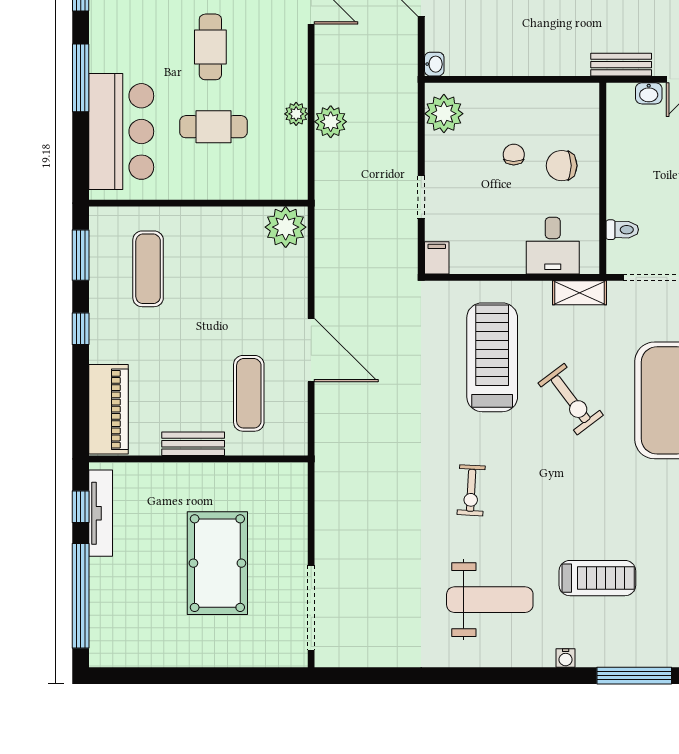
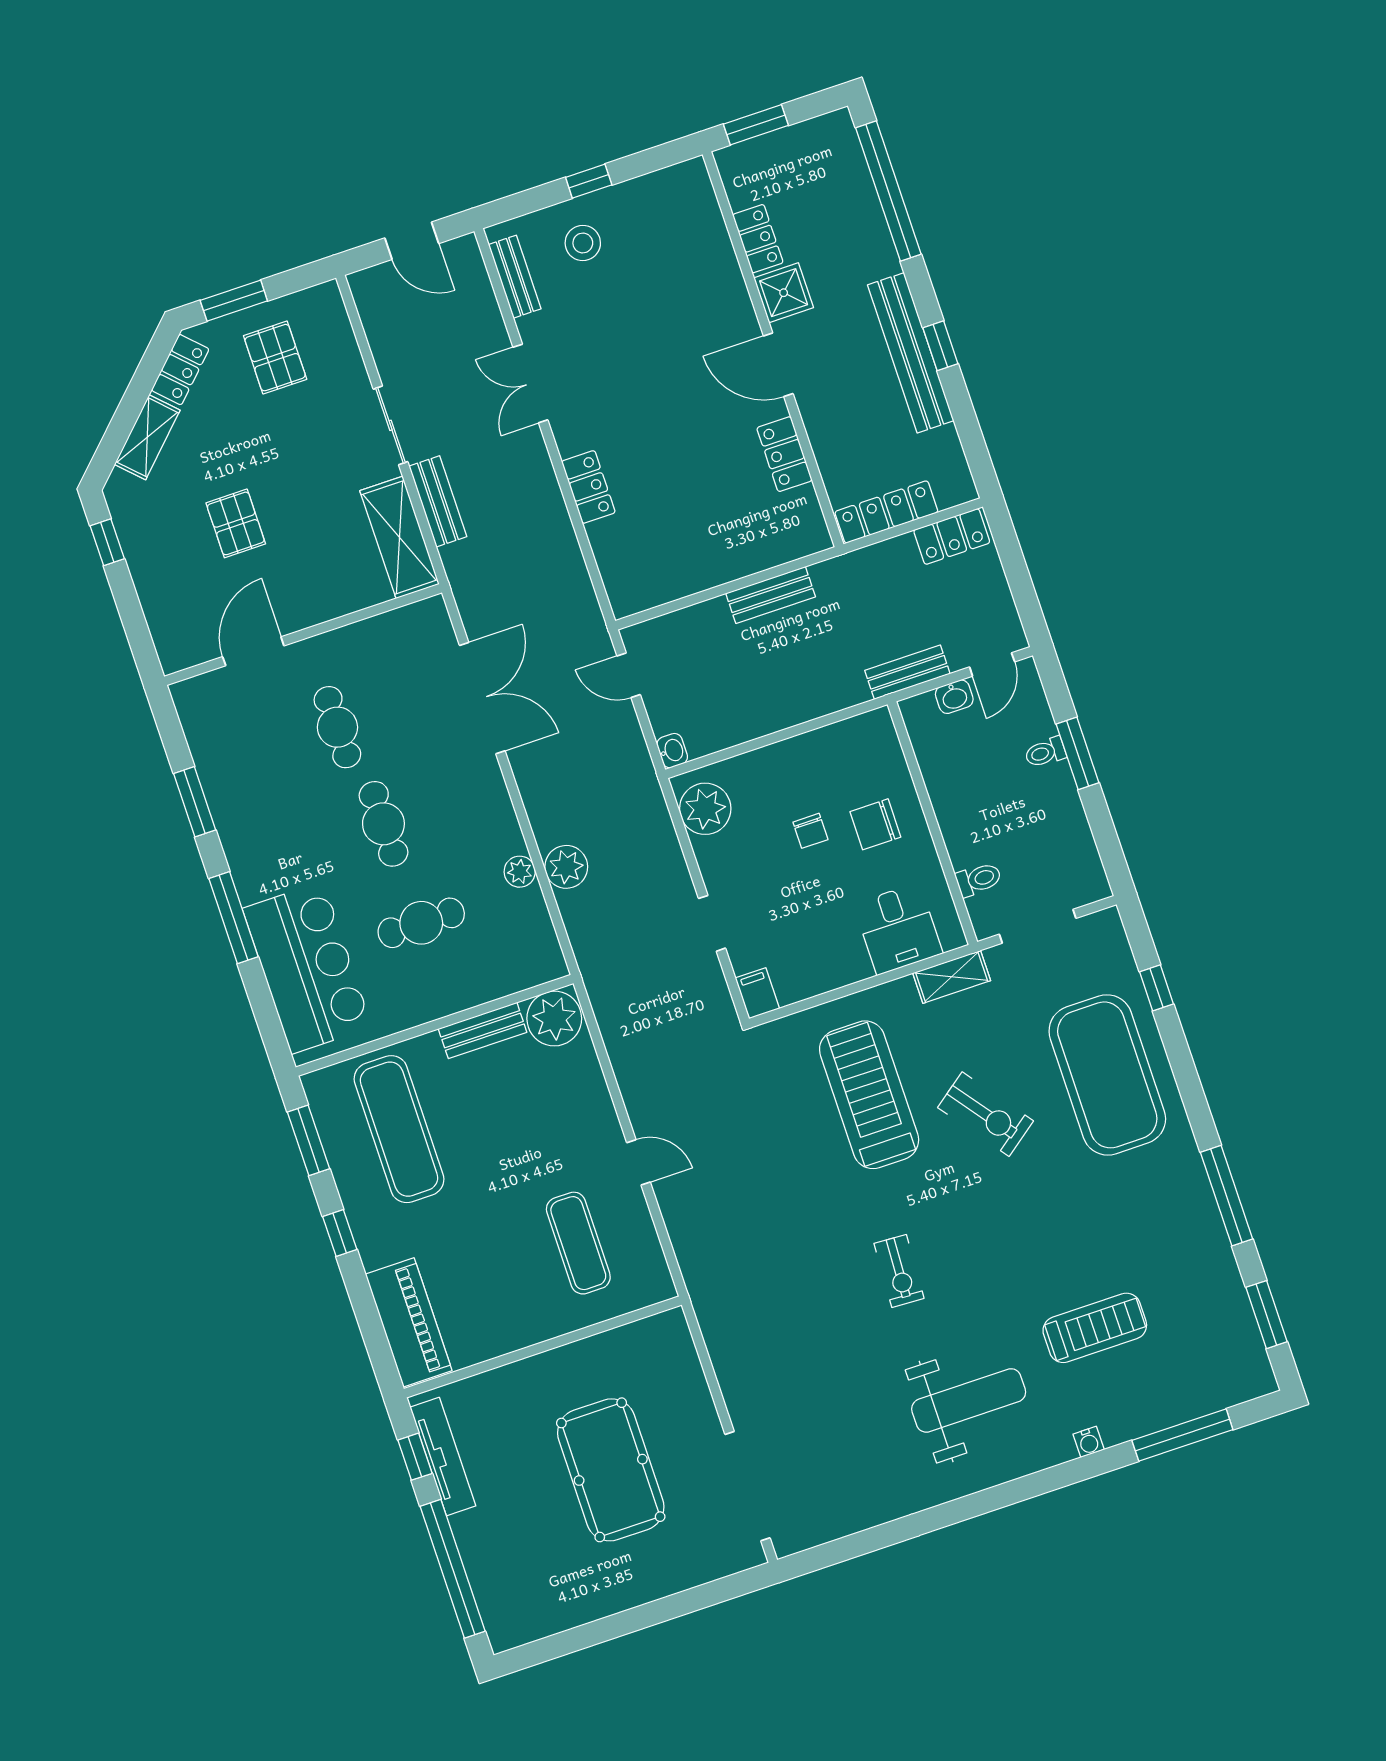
chair: (514, 155) -> (810, 831), turned 180
exercise mat: (148, 269) -> (399, 1129), width x1.36, depth x1.45
door: (311, 350) -> (638, 1162), width x0.53
bench: (193, 444) -> (483, 1030), moved

